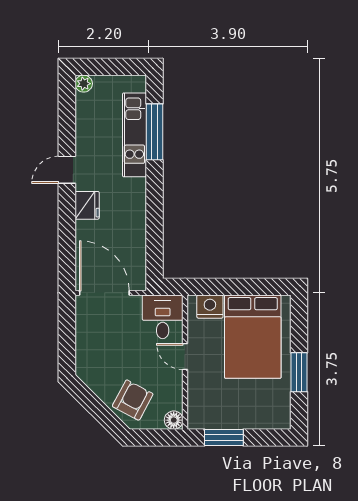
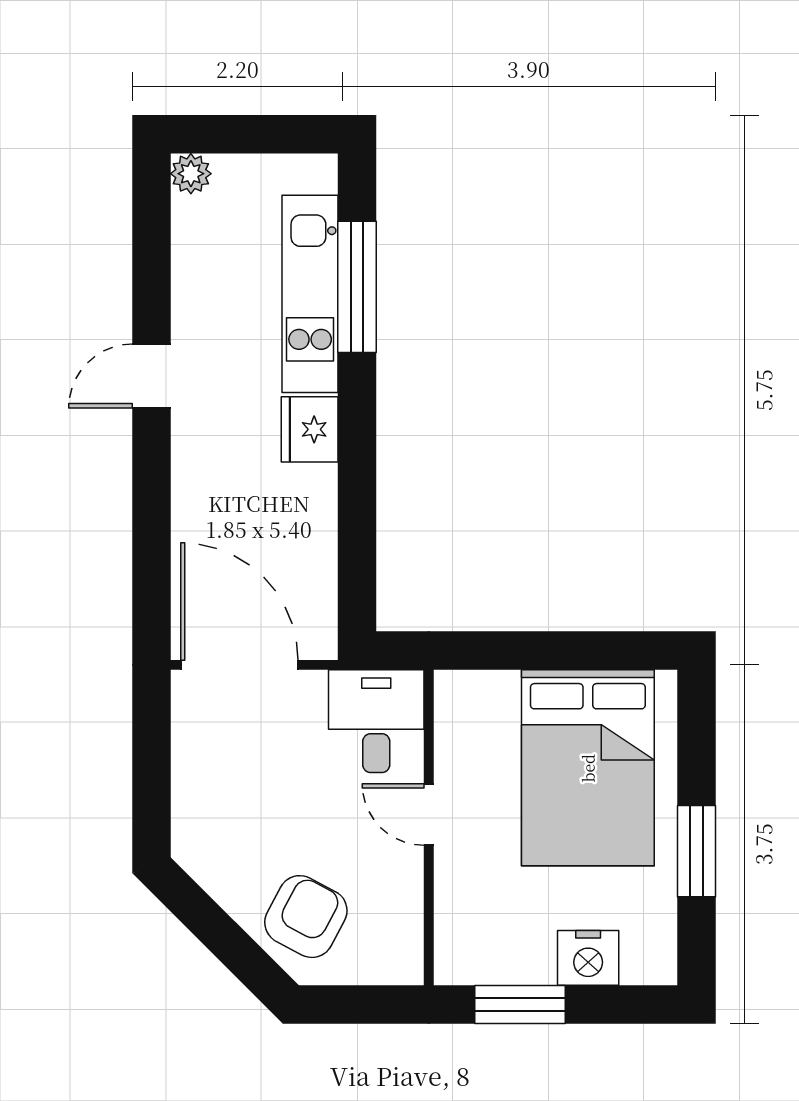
fridge: (87, 205) -> (310, 429), moved, turned 180
nightstand: (210, 307) -> (588, 958), moved, turned 180
floor lamp: (174, 420) -> (402, 964), removed

